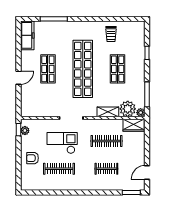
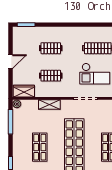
plant: (128, 109) -> (30, 108), removed
clothes rail: (106, 141) -> (51, 76), width x0.73
door: (147, 172) -> (11, 62), moved

